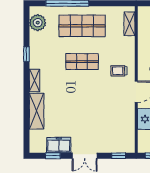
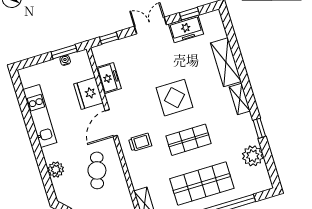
plant: (38, 23) -> (253, 156), moved
display table: (83, 96) -> (175, 98), added
freezer: (128, 126) -> (109, 78), added

